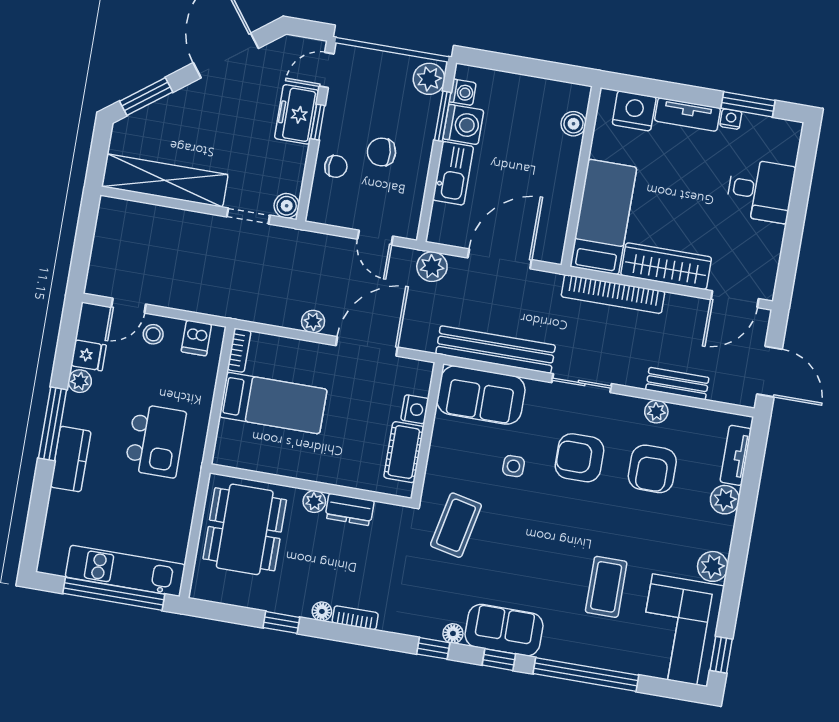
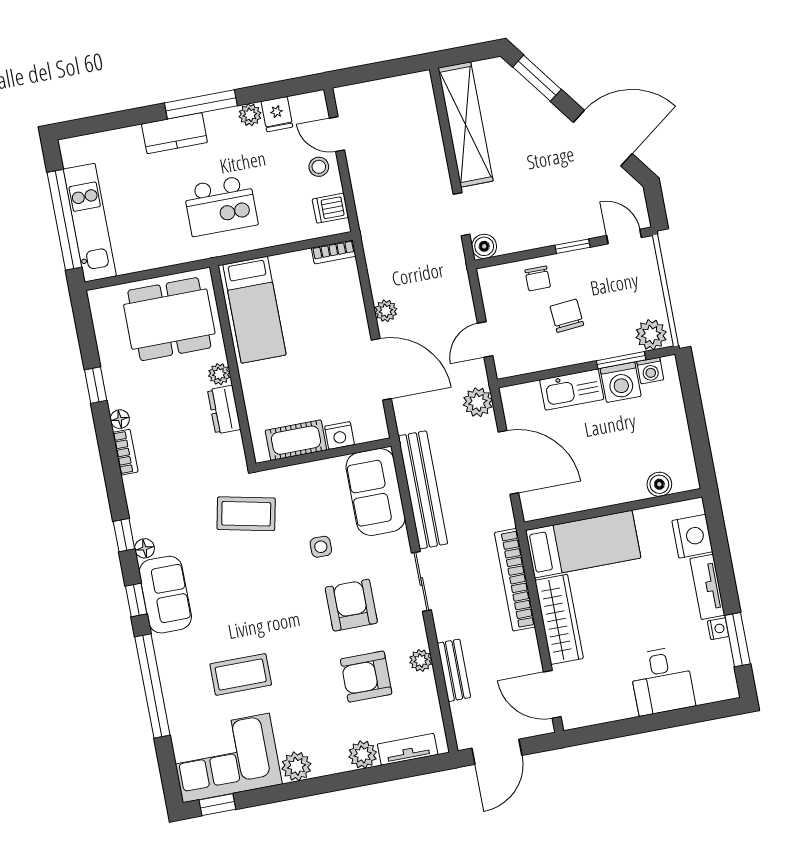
freezer: (297, 114) -> (572, 224), removed
bed: (273, 403) -> (254, 310), moved

